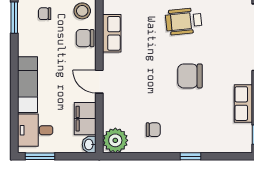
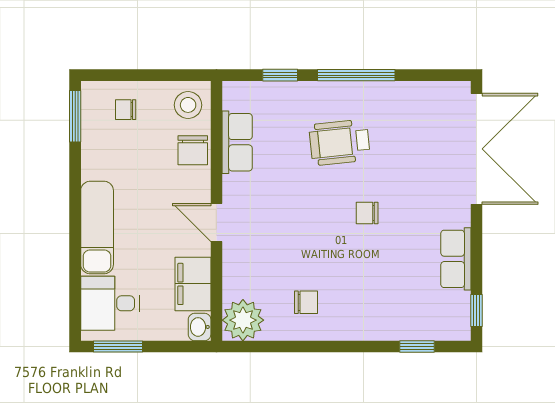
wheelchair: (184, 21) -> (340, 142), moved
chair: (85, 38) -> (193, 150), turned -90
chair: (190, 76) -> (367, 213), width x0.54, depth x0.54
window: (190, 156) -> (417, 347), moved

